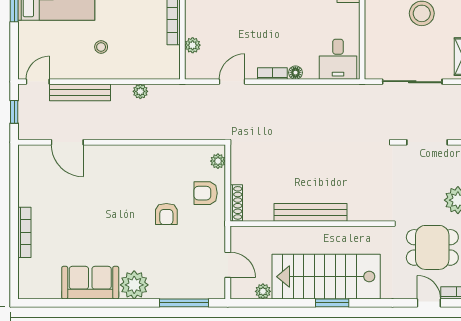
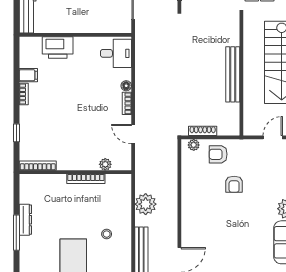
plant: (140, 91) -> (146, 204), width x1.87, depth x1.87
armchair: (206, 193) -> (218, 154), turned 90
shoe rack: (236, 203) -> (203, 131), moved
armchair: (166, 214) -> (234, 184), turned 90

